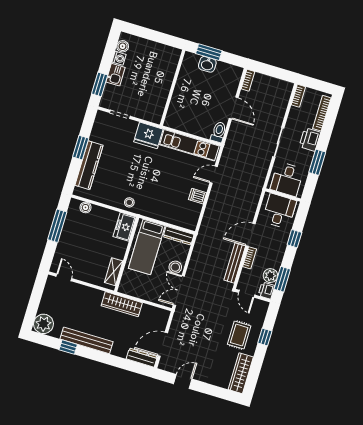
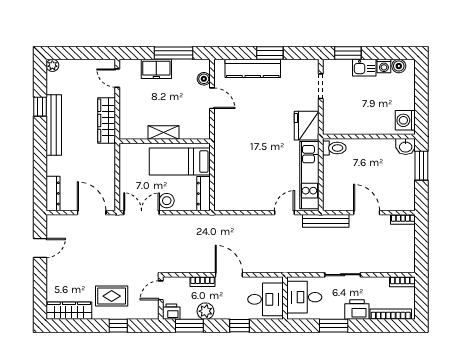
washing machine: (168, 54) -> (405, 120), added
washbasin: (207, 64) -> (406, 147), moved, turned -90
door: (234, 108) -> (367, 213), swing flipped
toilet: (219, 132) -> (334, 148), moved
door: (214, 175) -> (284, 213), hinge flipped
dishwasher: (197, 196) -> (255, 202), removed
stool: (129, 202) -> (224, 127), removed
door: (103, 205) -> (212, 98), added
freezer: (125, 227) -> (156, 69), moved, turned 180
bench: (235, 263) -> (326, 221), moved
shelving: (114, 272) -> (164, 132), moved
plant: (270, 276) -> (206, 311), moved
door: (64, 277) -> (117, 78), swing flipped
wardrobe: (122, 304) -> (107, 120), moved
plant: (43, 324) -> (52, 65), width x0.53, depth x0.53
door: (163, 344) -> (92, 213), moved
door: (183, 381) -> (40, 248), hinge flipped

